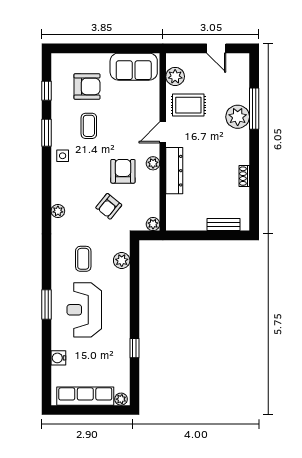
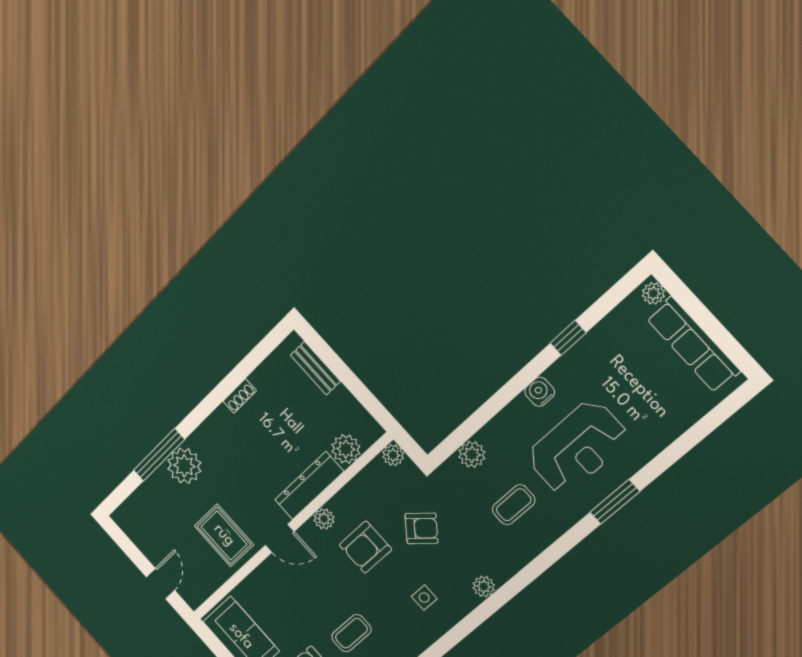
door: (216, 48) -> (160, 584), moved
plant: (175, 76) -> (346, 449), moved
side table: (63, 156) -> (424, 598), moved
water cooler: (58, 358) -> (540, 392), moved, turned 180

